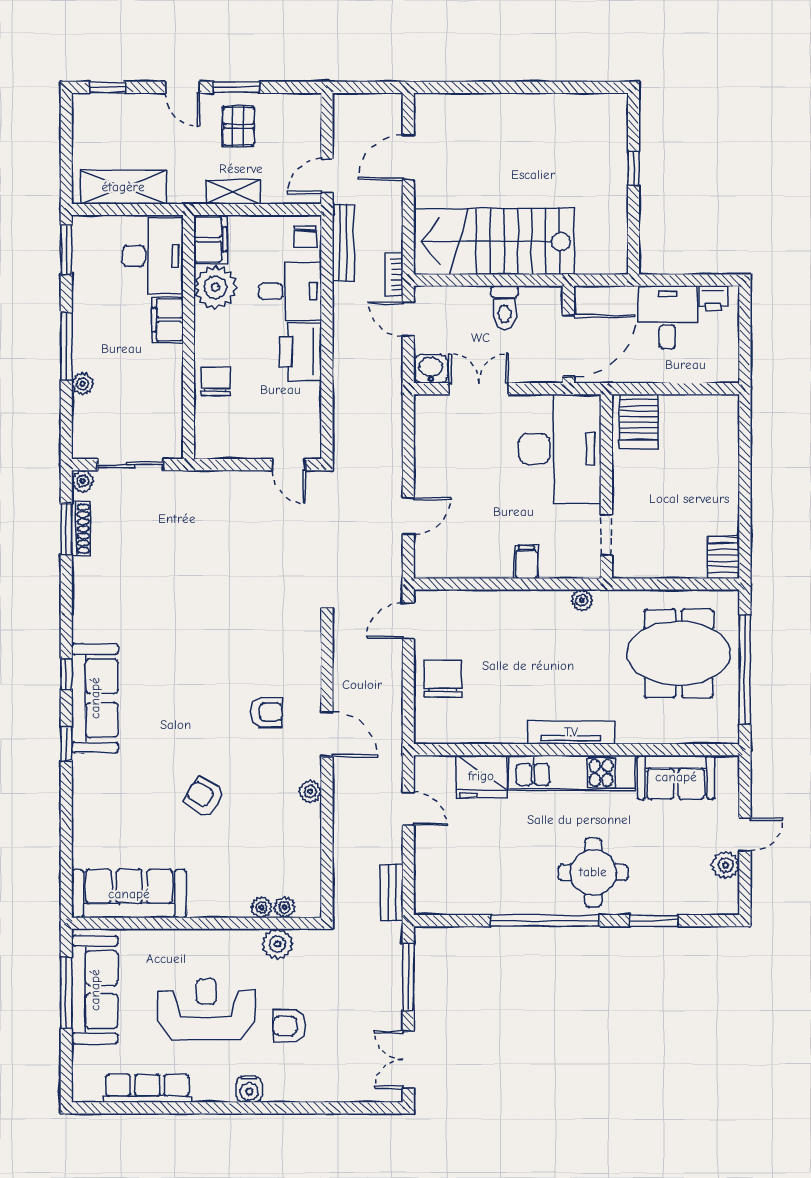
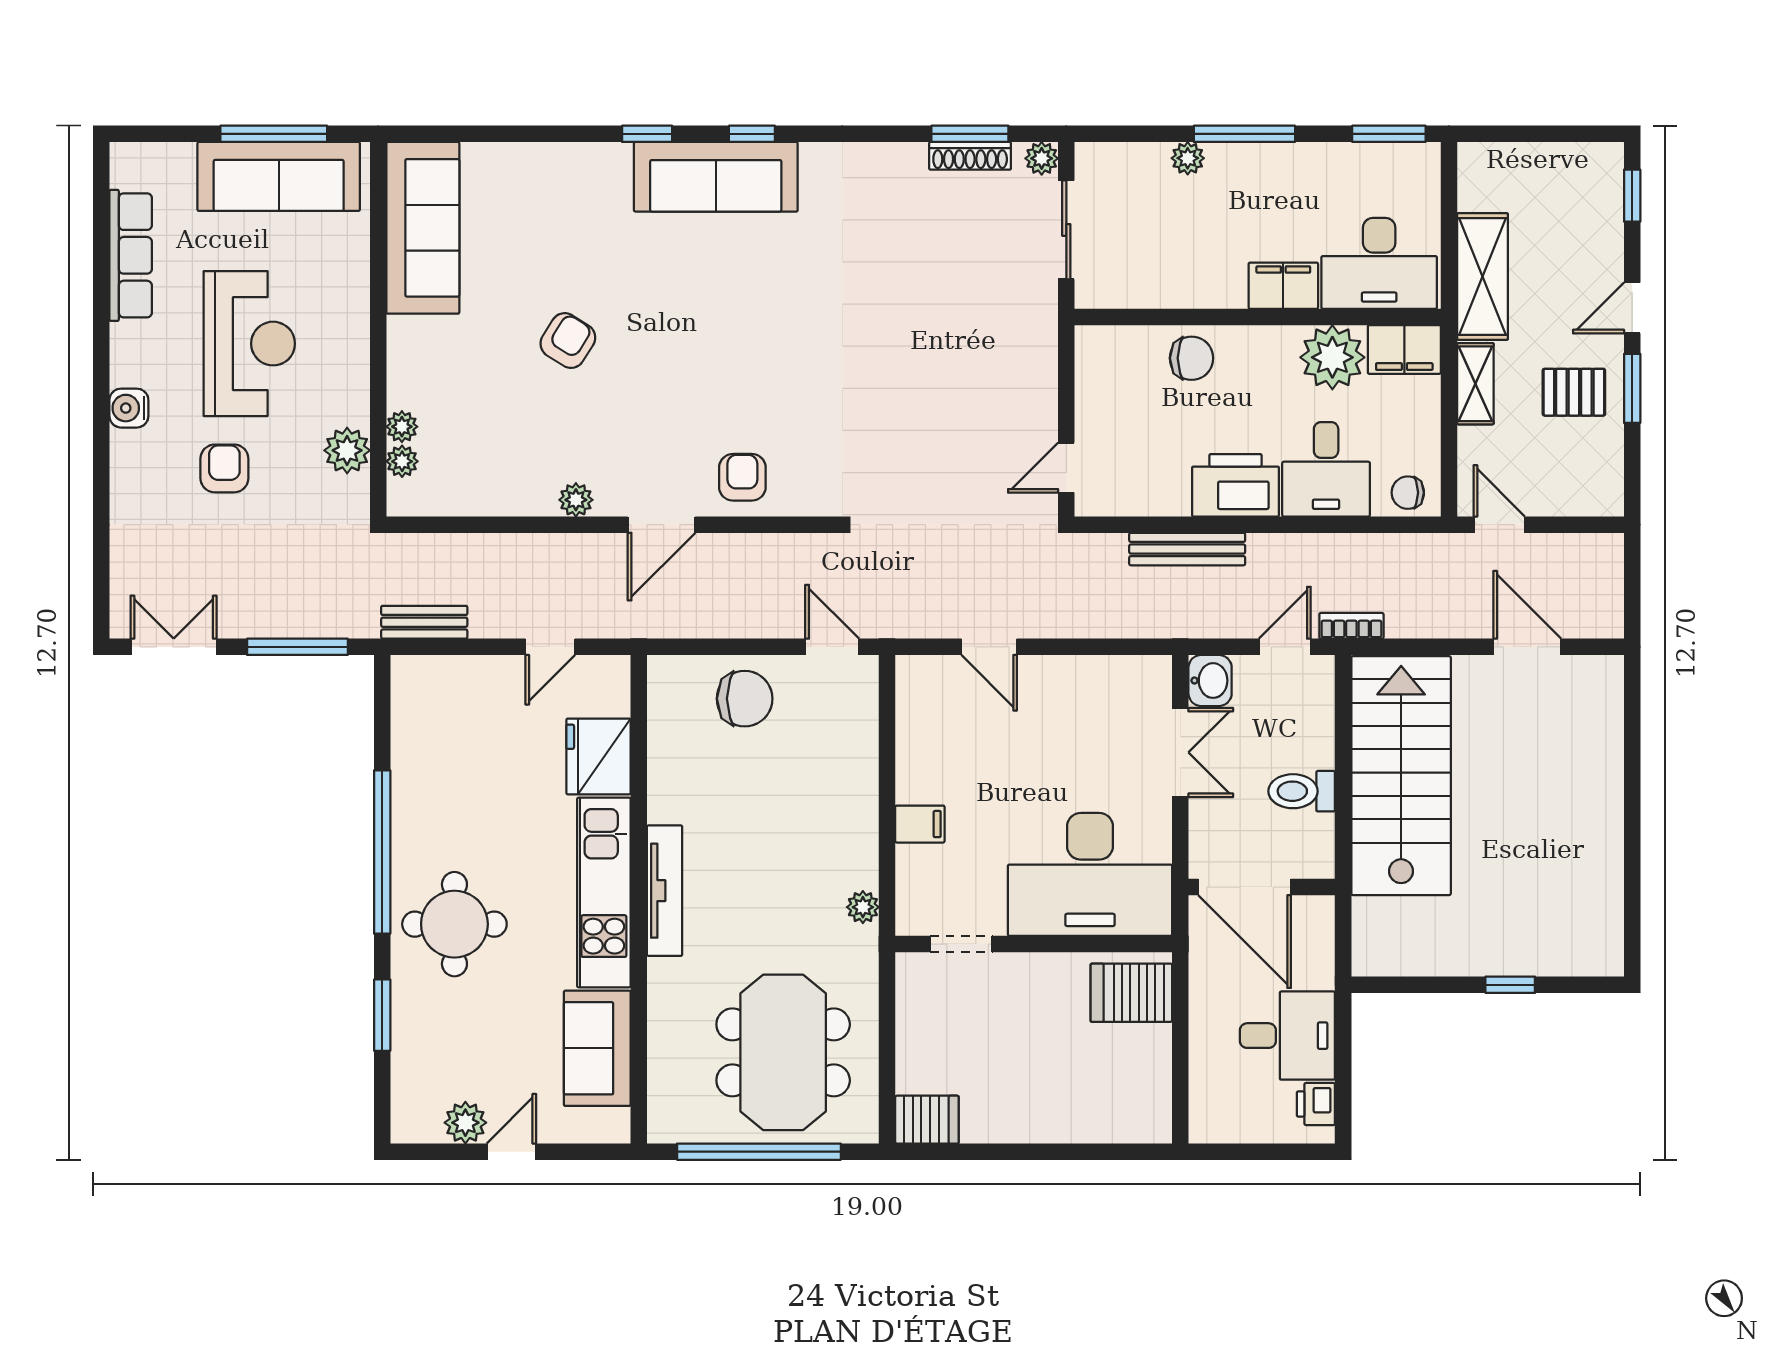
shelving: (123, 187) -> (1482, 276), moved
bench: (343, 243) -> (1187, 549), moved
armchair: (266, 712) -> (742, 477), moved, turned 180
door: (745, 835) -> (511, 1152), swing flipped

